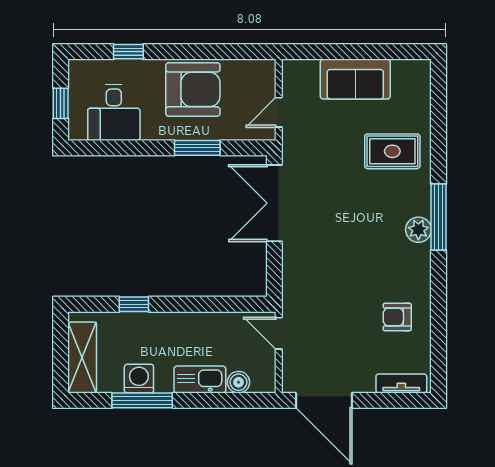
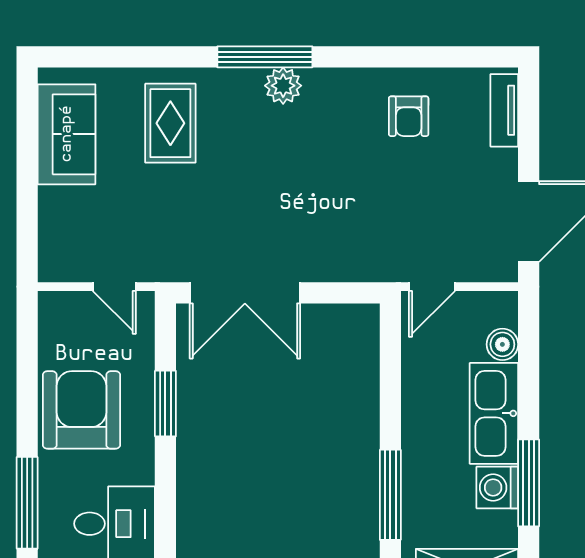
window: (128, 52) -> (27, 503), width x2.17
sofa: (355, 79) -> (67, 134), moved
window: (134, 304) -> (390, 495), width x2.17
kitchen sink: (200, 380) -> (494, 413), width x1.36, depth x1.24

